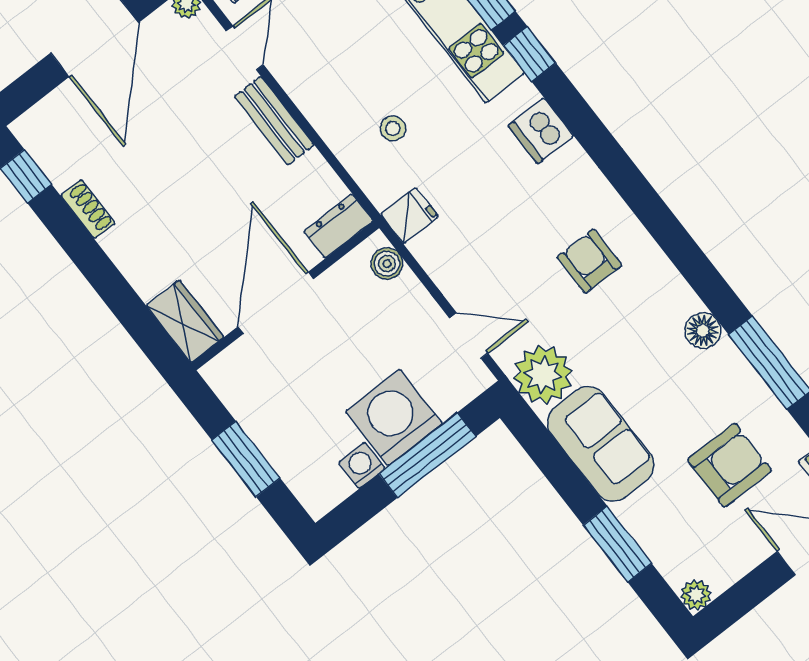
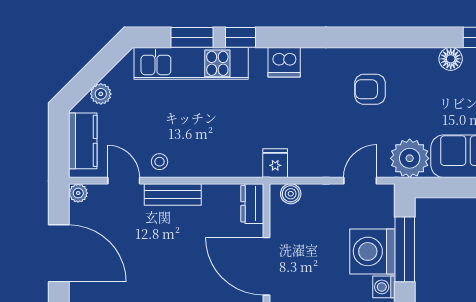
stool: (393, 128) -> (159, 162), moved

